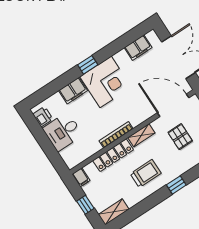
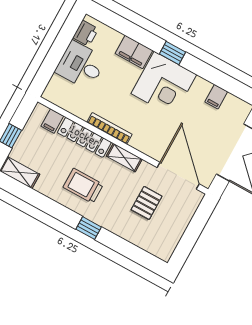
filing cabinet: (138, 48) -> (216, 97), width x0.50
trolley: (146, 173) -> (83, 186), turned 180
filing cabinet: (81, 177) -> (52, 121), moved

